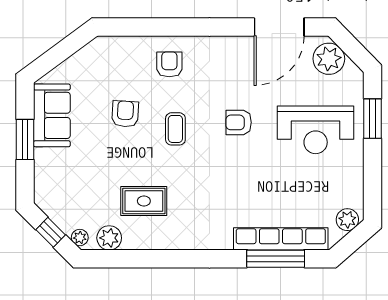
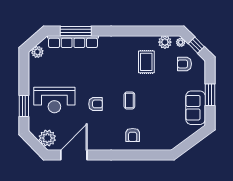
armchair: (125, 114) -> (184, 64), moved, turned 87
reception desk: (316, 130) -> (54, 100), turned 180
rug: (144, 201) -> (146, 62), turned 90

